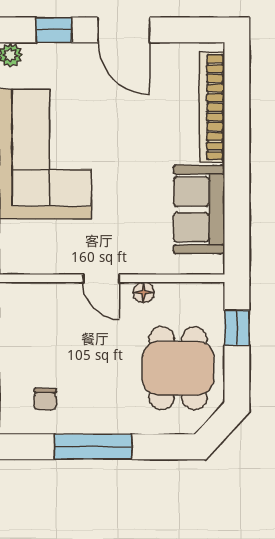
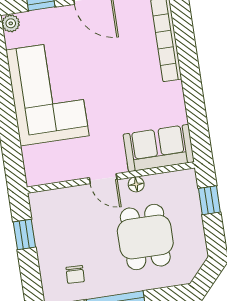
sofa: (199, 209) -> (159, 148), moved, turned 90
dining table: (178, 368) -> (145, 237), moved

